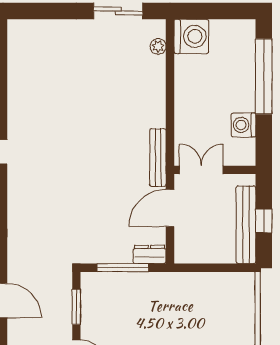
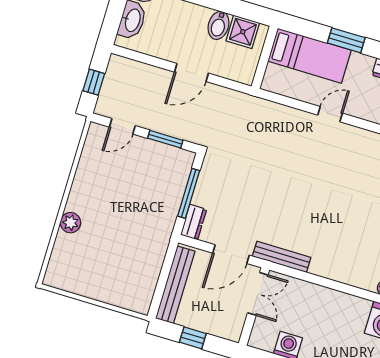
door: (170, 208) -> (231, 254), swing flipped
bench: (246, 225) -> (175, 285), moved, turned 90

